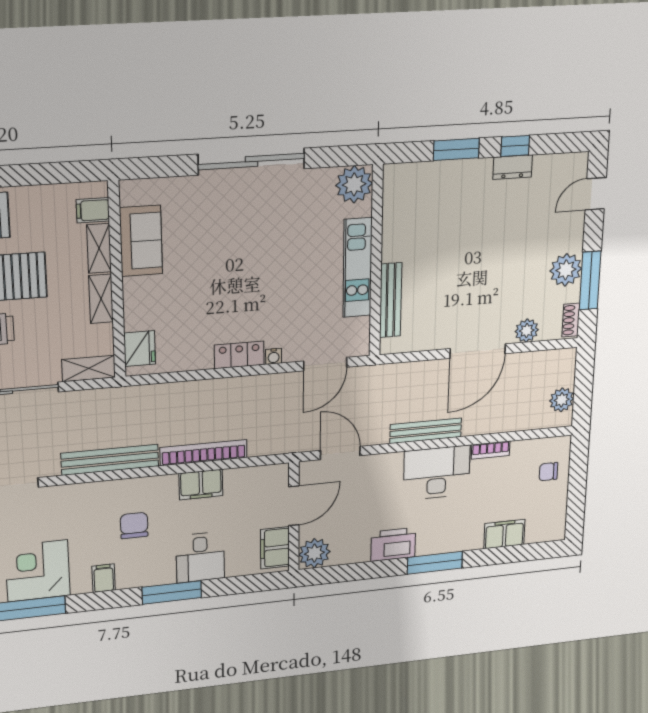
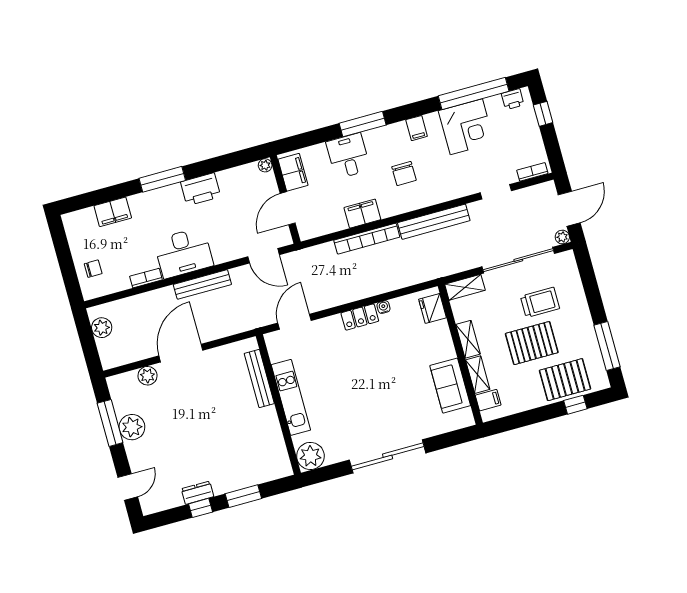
shoe rack: (571, 320) -> (115, 390), removed
water cooler: (274, 356) -> (384, 307), moved
plant: (314, 553) -> (265, 165), width x0.53, depth x0.53

